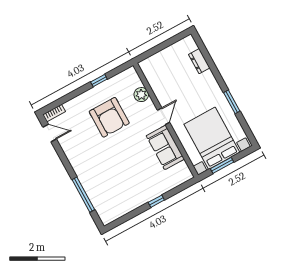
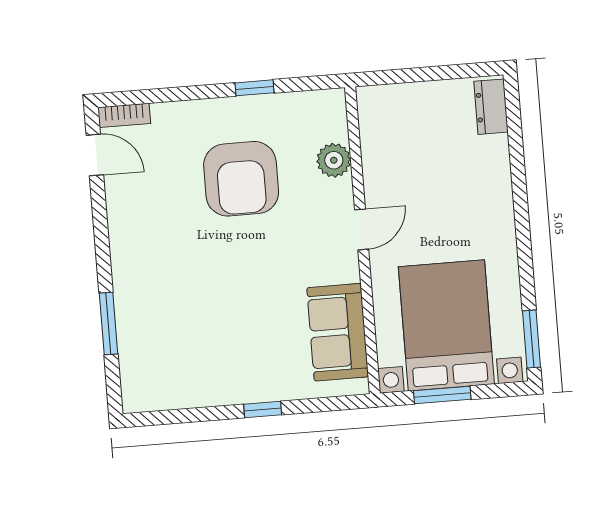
dresser: (199, 61) -> (491, 107), moved
window: (232, 102) -> (532, 339), moved
sofa: (165, 147) -> (338, 332), moved
window: (83, 195) -> (108, 323), width x0.69

